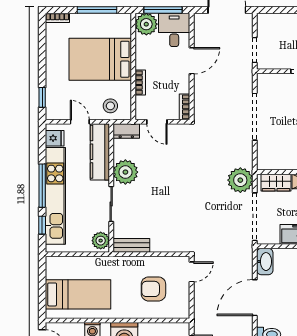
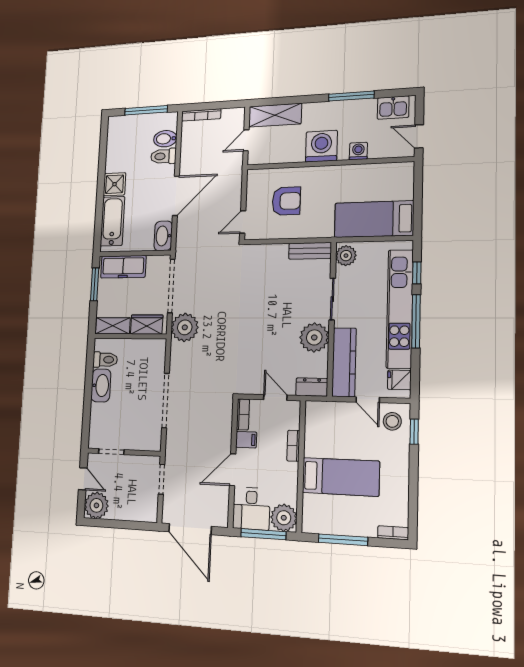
bed: (100, 59) -> (341, 477), width x0.67
filing cabinet: (181, 86) -> (246, 440), added
stool: (110, 106) -> (392, 421), moved
bed: (78, 294) -> (374, 219), moved

